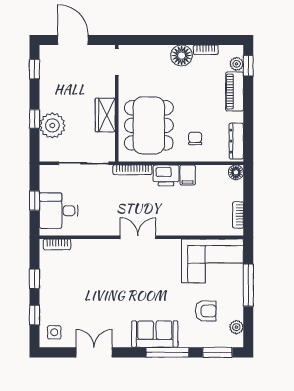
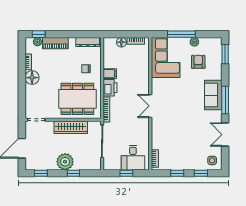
wardrobe: (105, 115) -> (71, 127), width x1.50
plant: (52, 125) -> (65, 162), moved
floor lamp: (236, 172) -> (121, 42), moved
plant: (236, 327) -> (194, 42), moved
window: (167, 352) -> (225, 100), moved

